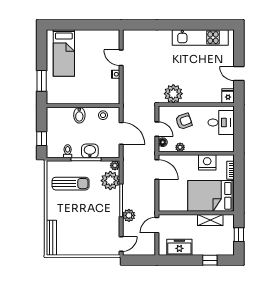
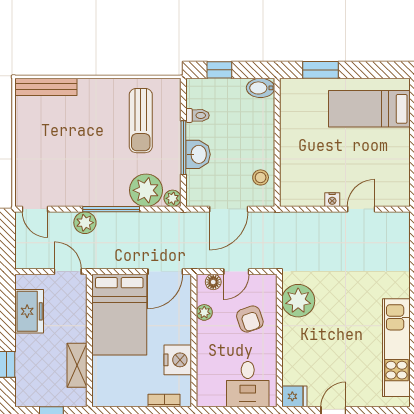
bidet: (79, 115) -> (261, 88), moved
bed: (211, 196) -> (119, 315), moved, turned 180

